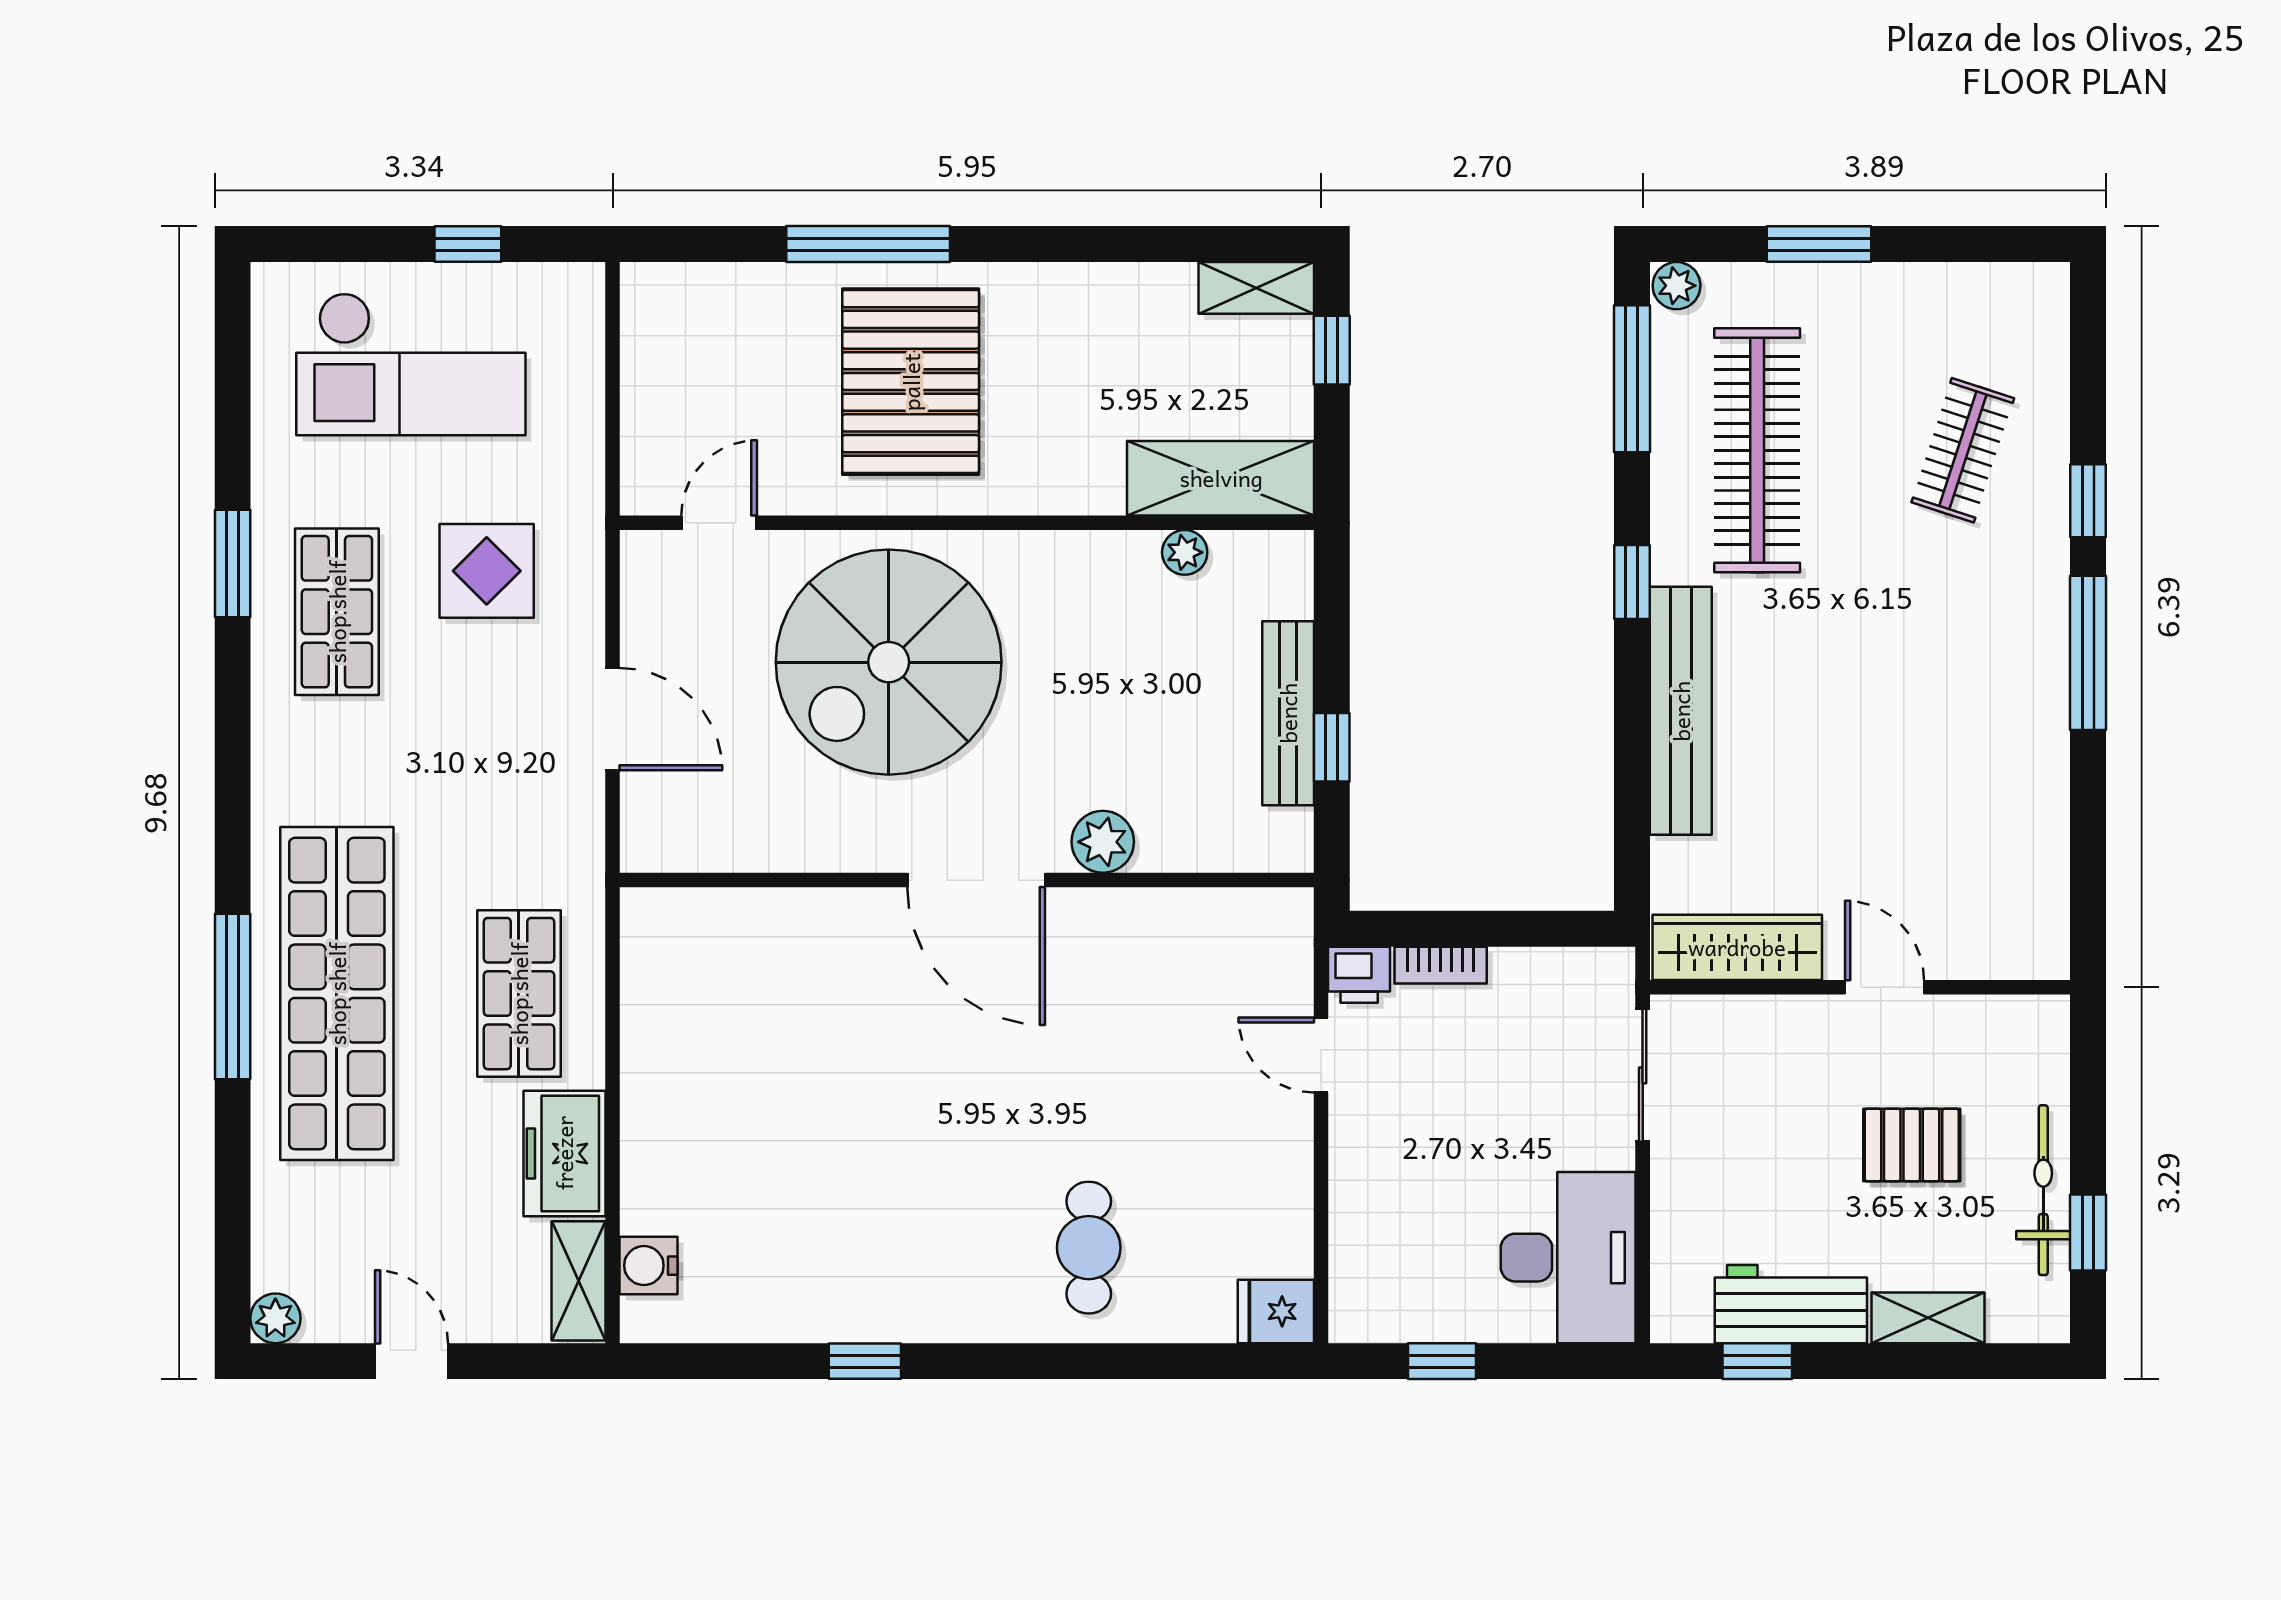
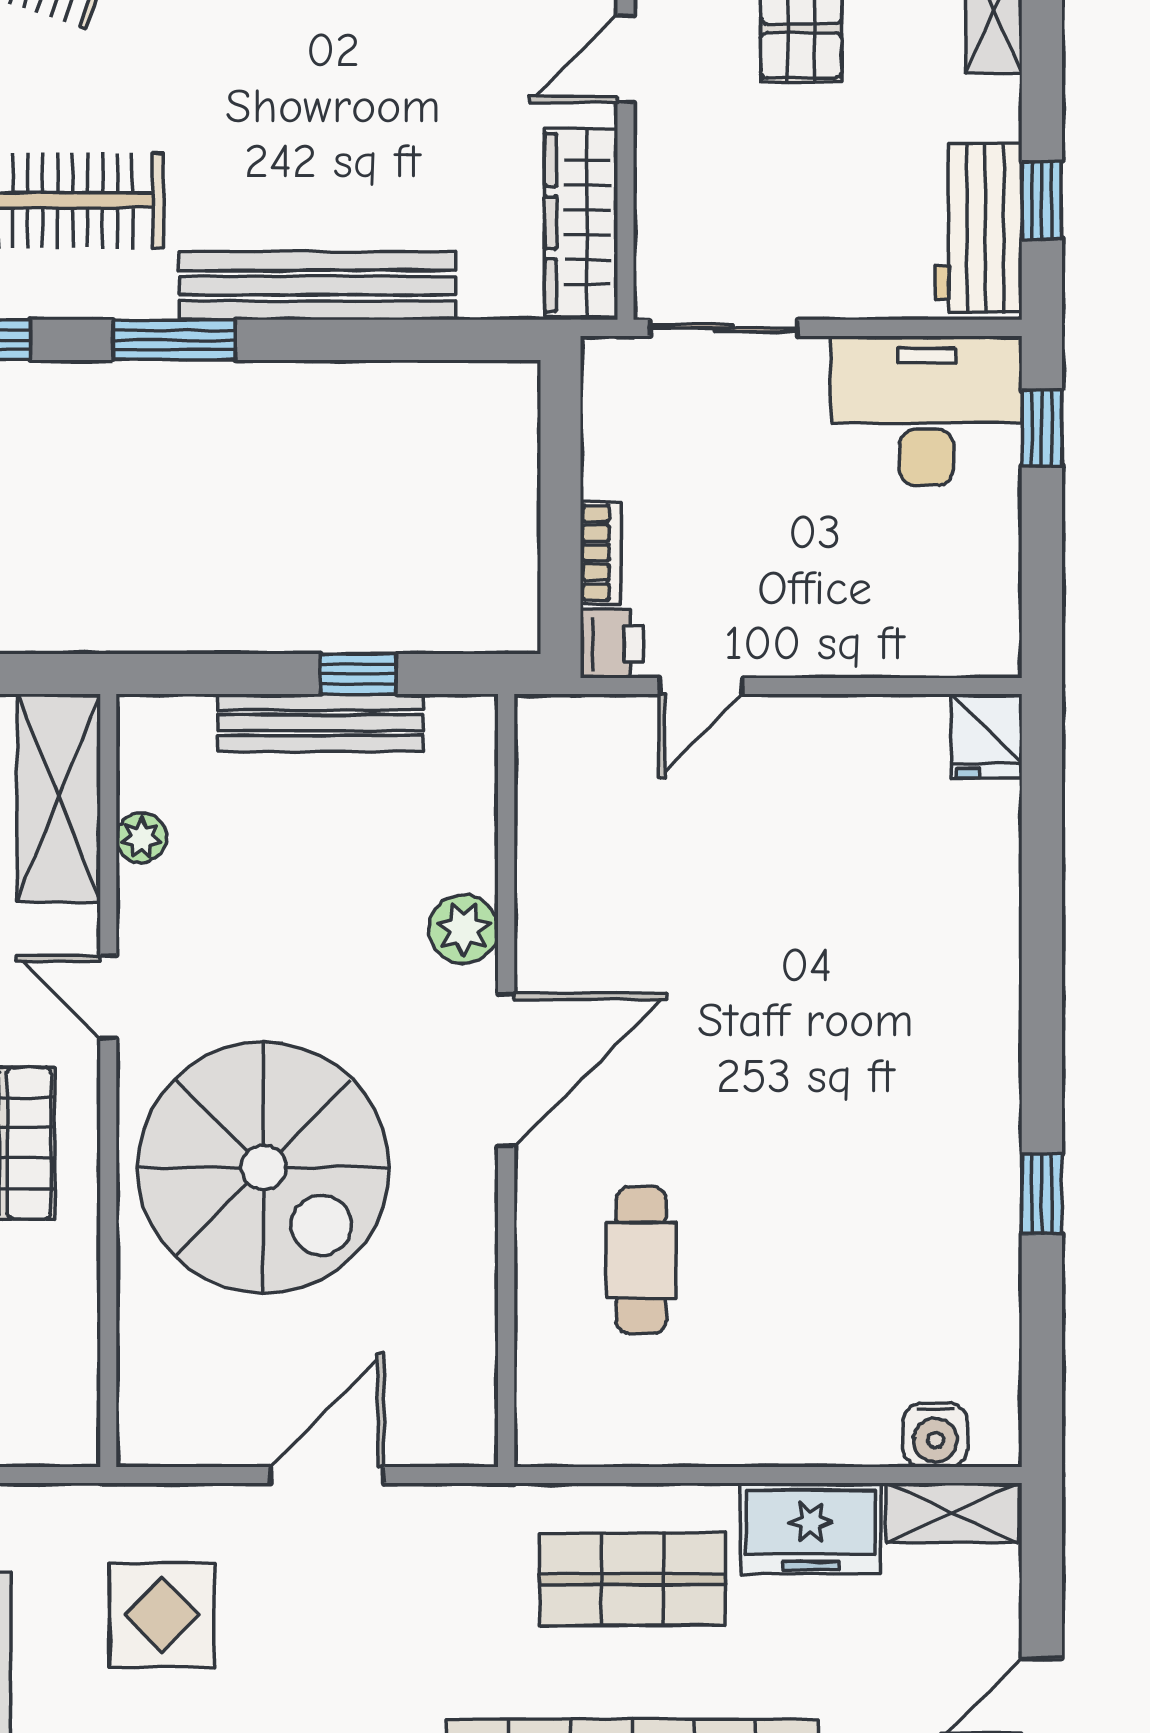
door: (719, 523) -> (108, 997), moved
window: (1632, 582) -> (174, 340), width x1.50
cafe table: (1089, 1248) -> (641, 1260), moved, turned 90
workbench: (1791, 1304) -> (978, 228), moved
window: (1442, 1361) -> (1042, 428), moved

